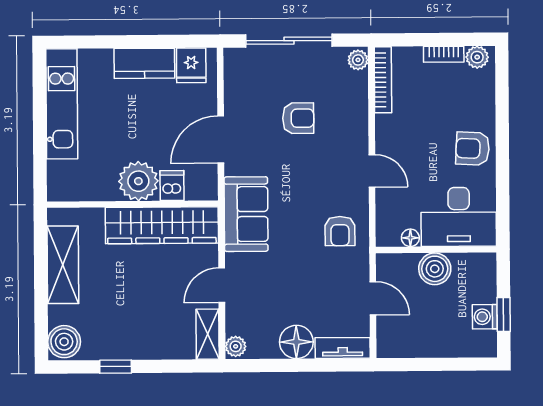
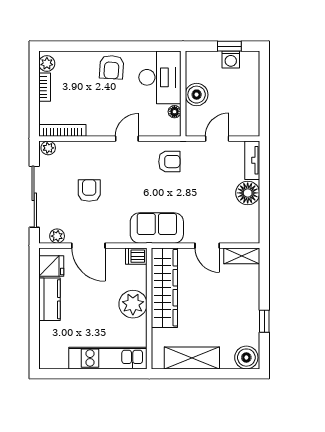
kitchen unit: (62, 104) -> (108, 358), moved
door: (221, 140) -> (88, 246), moved
dishwasher: (172, 186) -> (136, 256), moved
plant: (236, 346) -> (57, 236), moved

